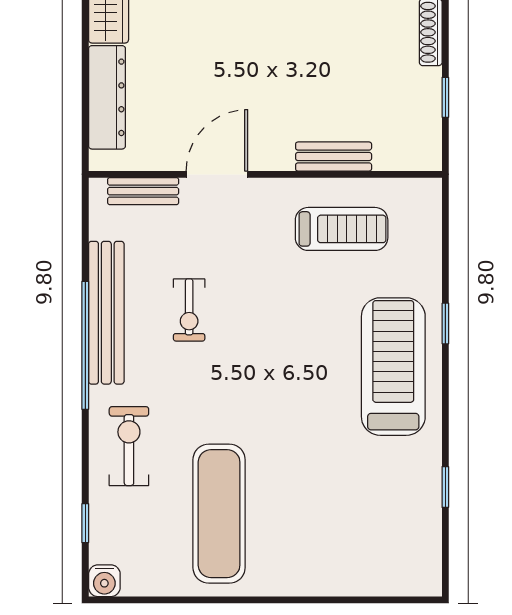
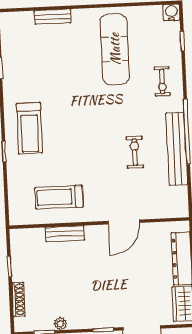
bench: (143, 191) -> (53, 17), moved
treadmill: (393, 367) -> (29, 128), width x0.73, depth x0.73
exercise bike: (129, 446) -> (162, 81), width x0.73, depth x0.72

